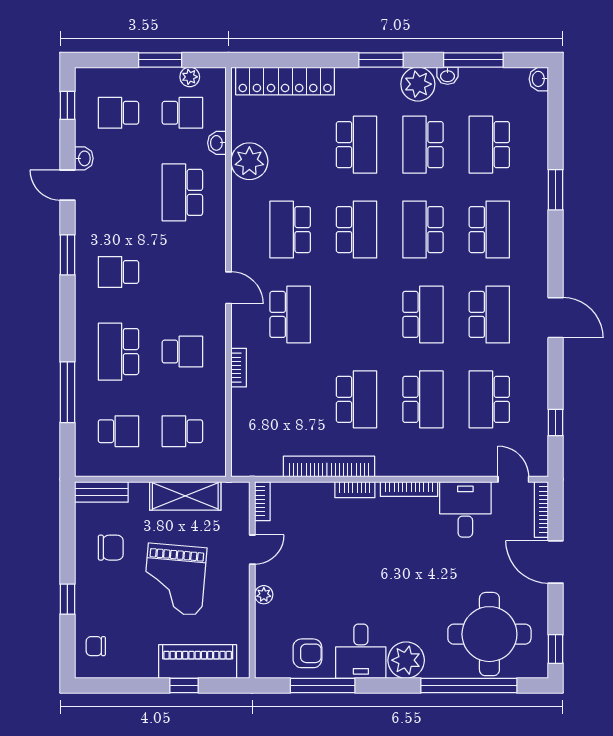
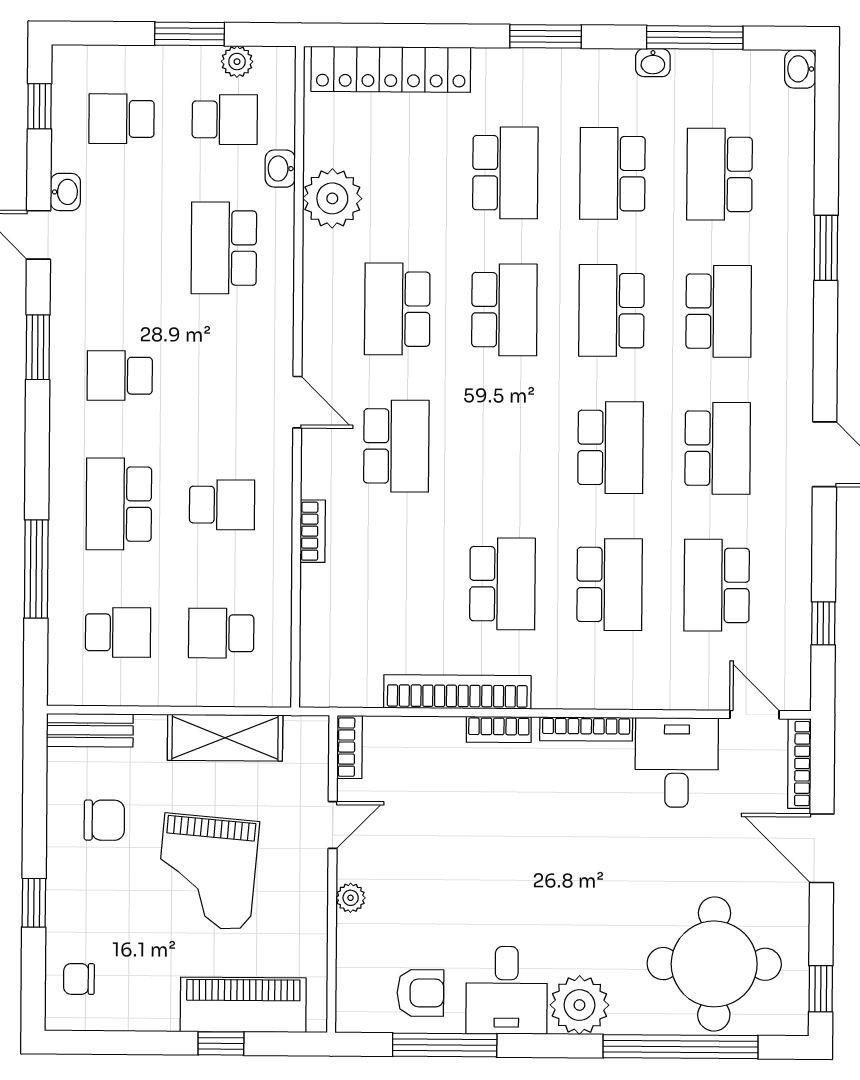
plant: (418, 84) -> (605, 76), removed

